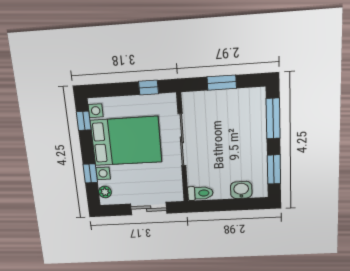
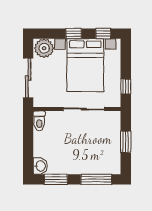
window: (90, 173) -> (74, 34), moved
washbasin: (241, 190) -> (40, 166), moved
plant: (105, 192) -> (44, 48), width x1.88, depth x1.88
sliding door: (149, 209) -> (28, 78), width x1.37

